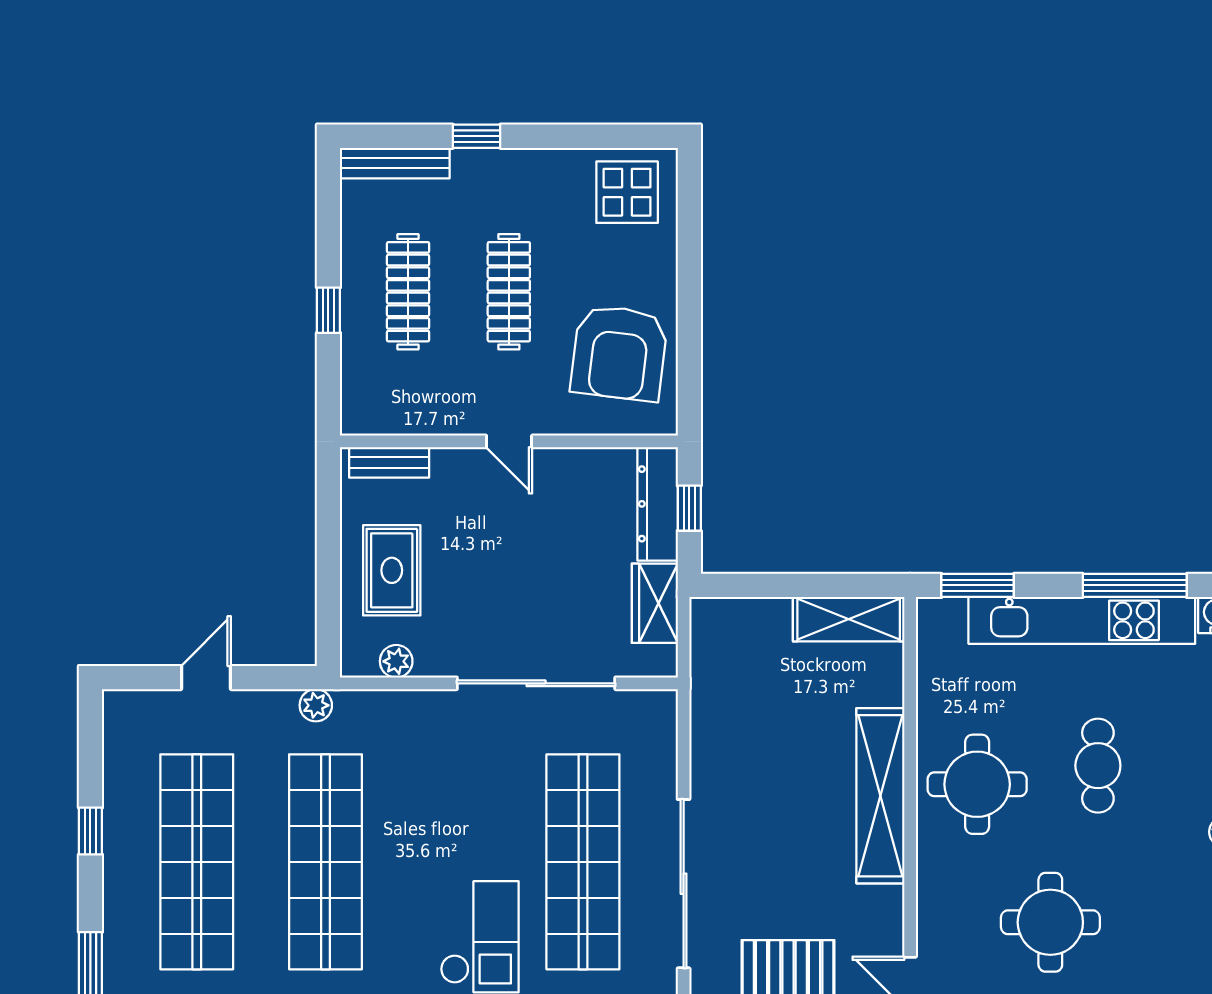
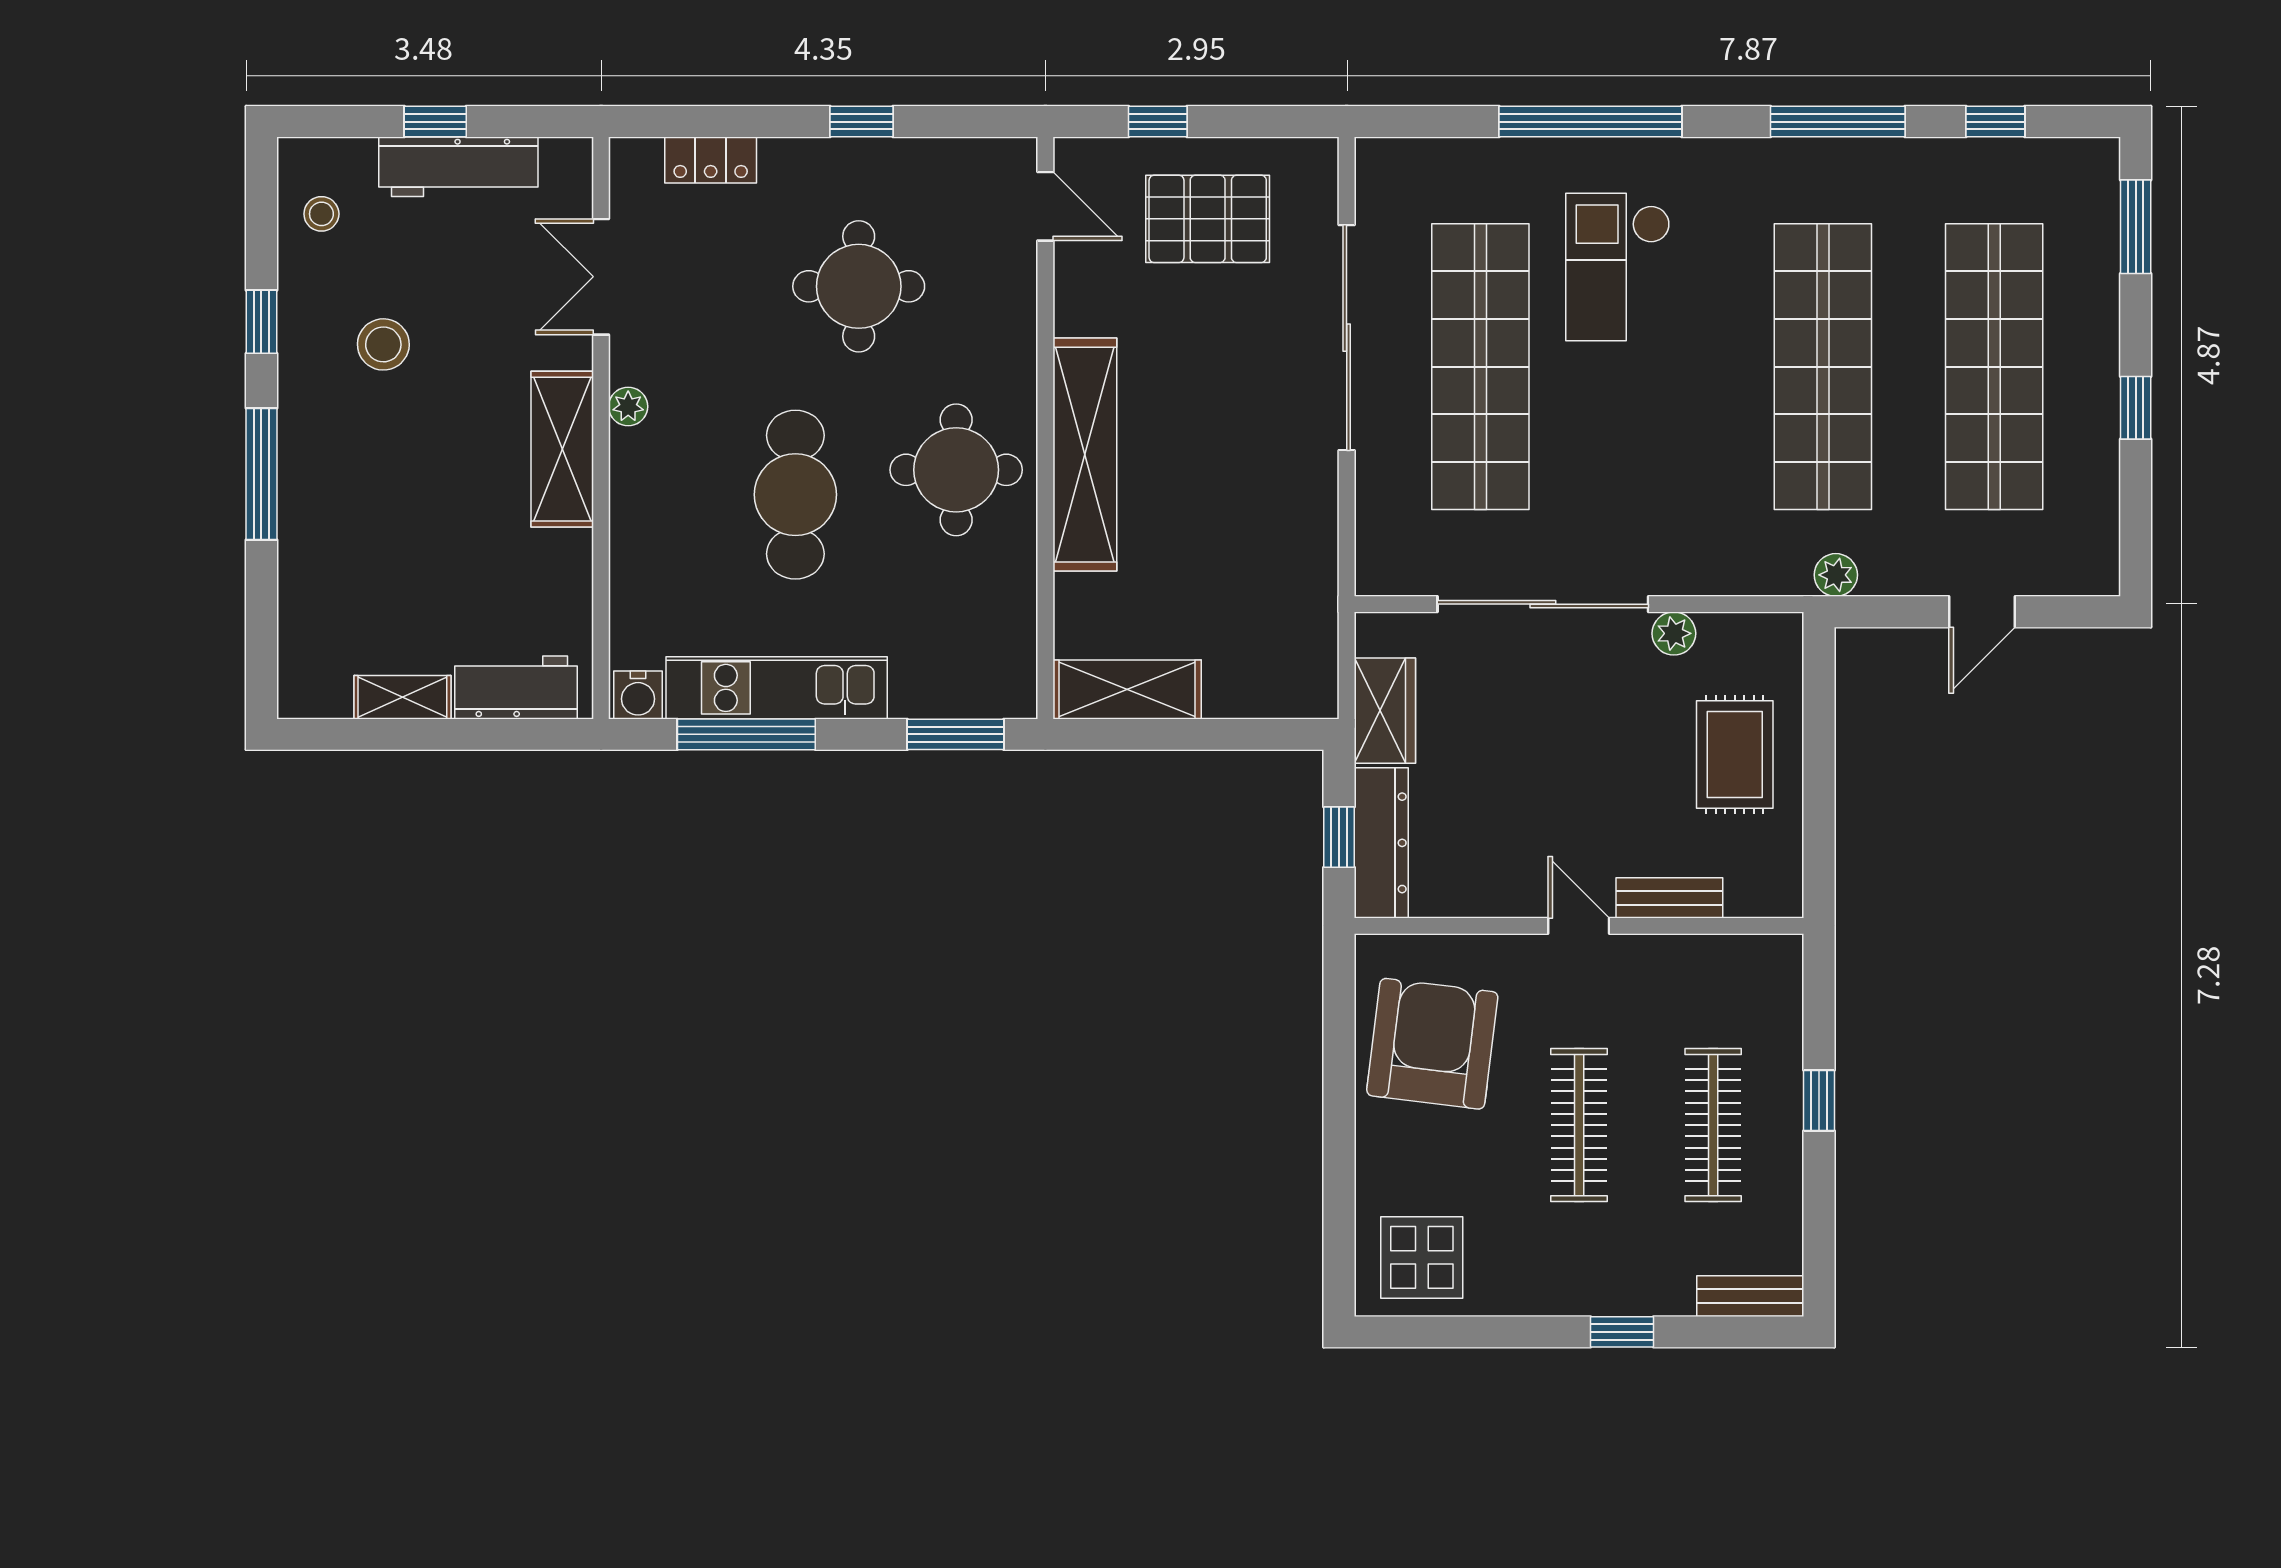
bench: (395, 163) -> (1750, 1296), width x0.73
bench: (389, 462) -> (1669, 898), moved
kitchen unit: (1082, 620) -> (777, 688), width x0.73
plant: (396, 661) -> (1674, 633), moved
cafe table: (1098, 766) -> (795, 495), width x1.37, depth x1.35

